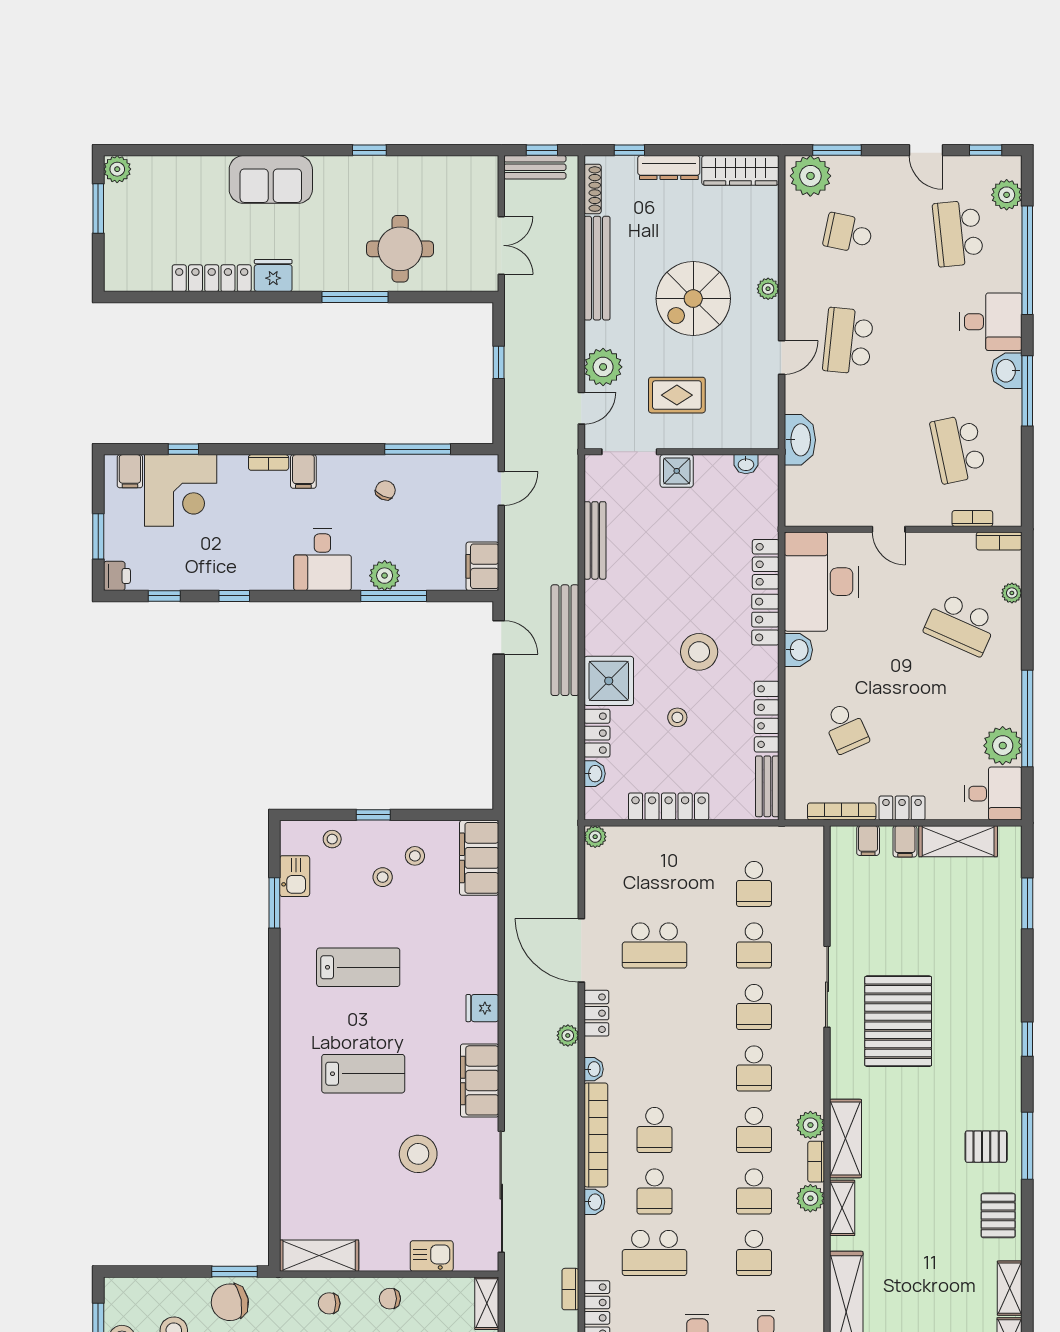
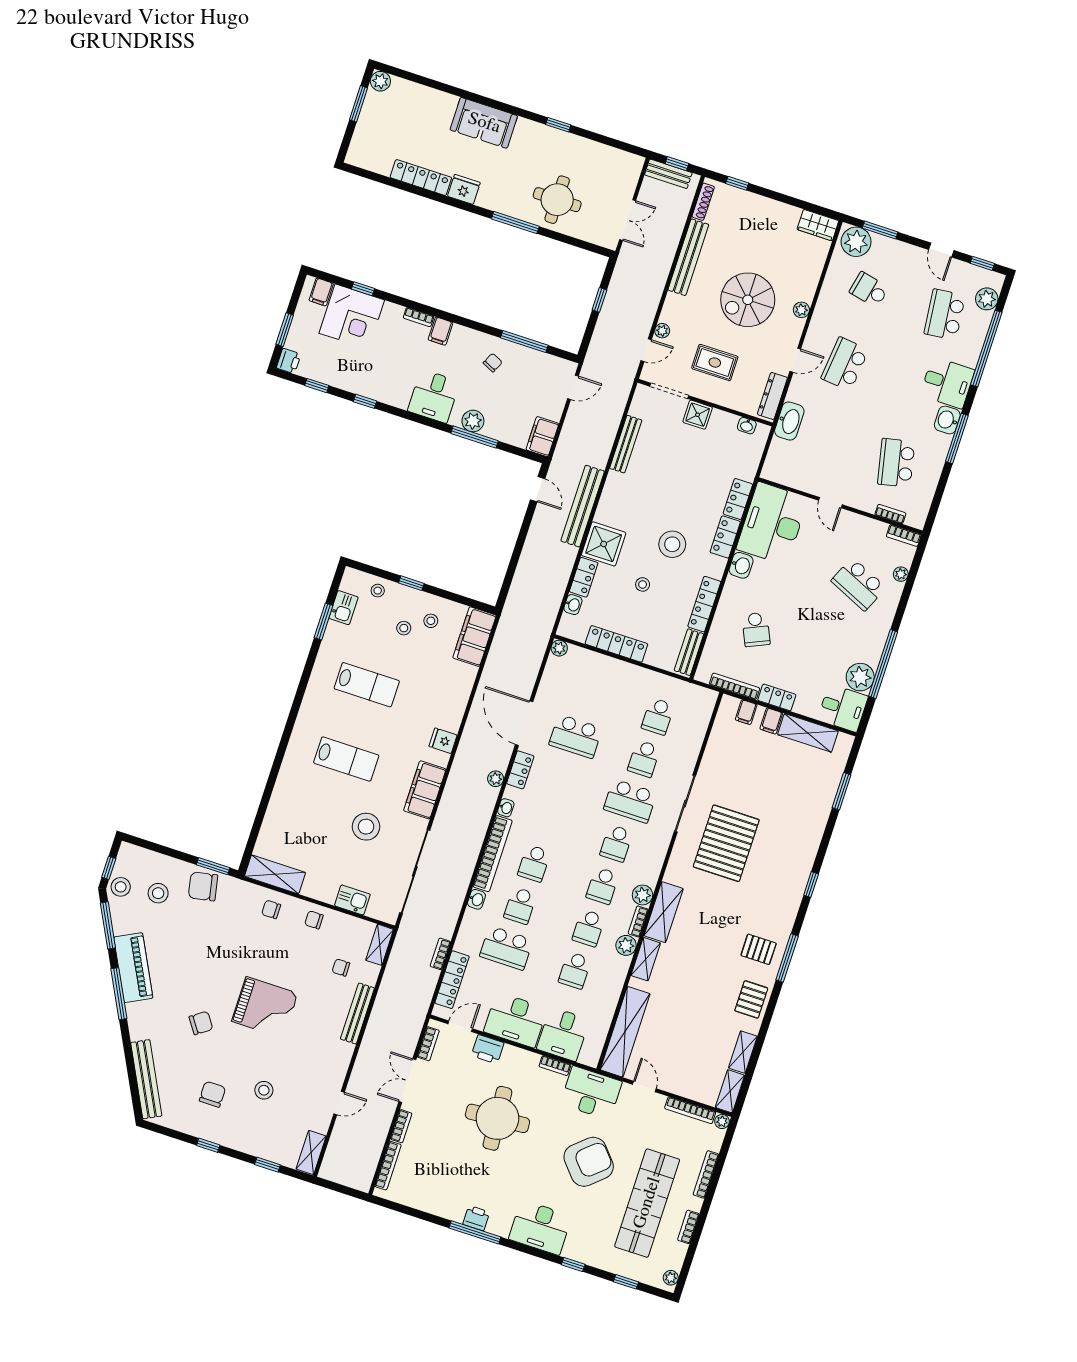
dresser: (669, 168) -> (772, 396), moved, turned 90
wardrobe: (740, 170) -> (818, 225), width x0.67
plant: (603, 367) -> (662, 331), width x0.53, depth x0.53
school desk: (754, 1007) -> (630, 801), width x1.85

